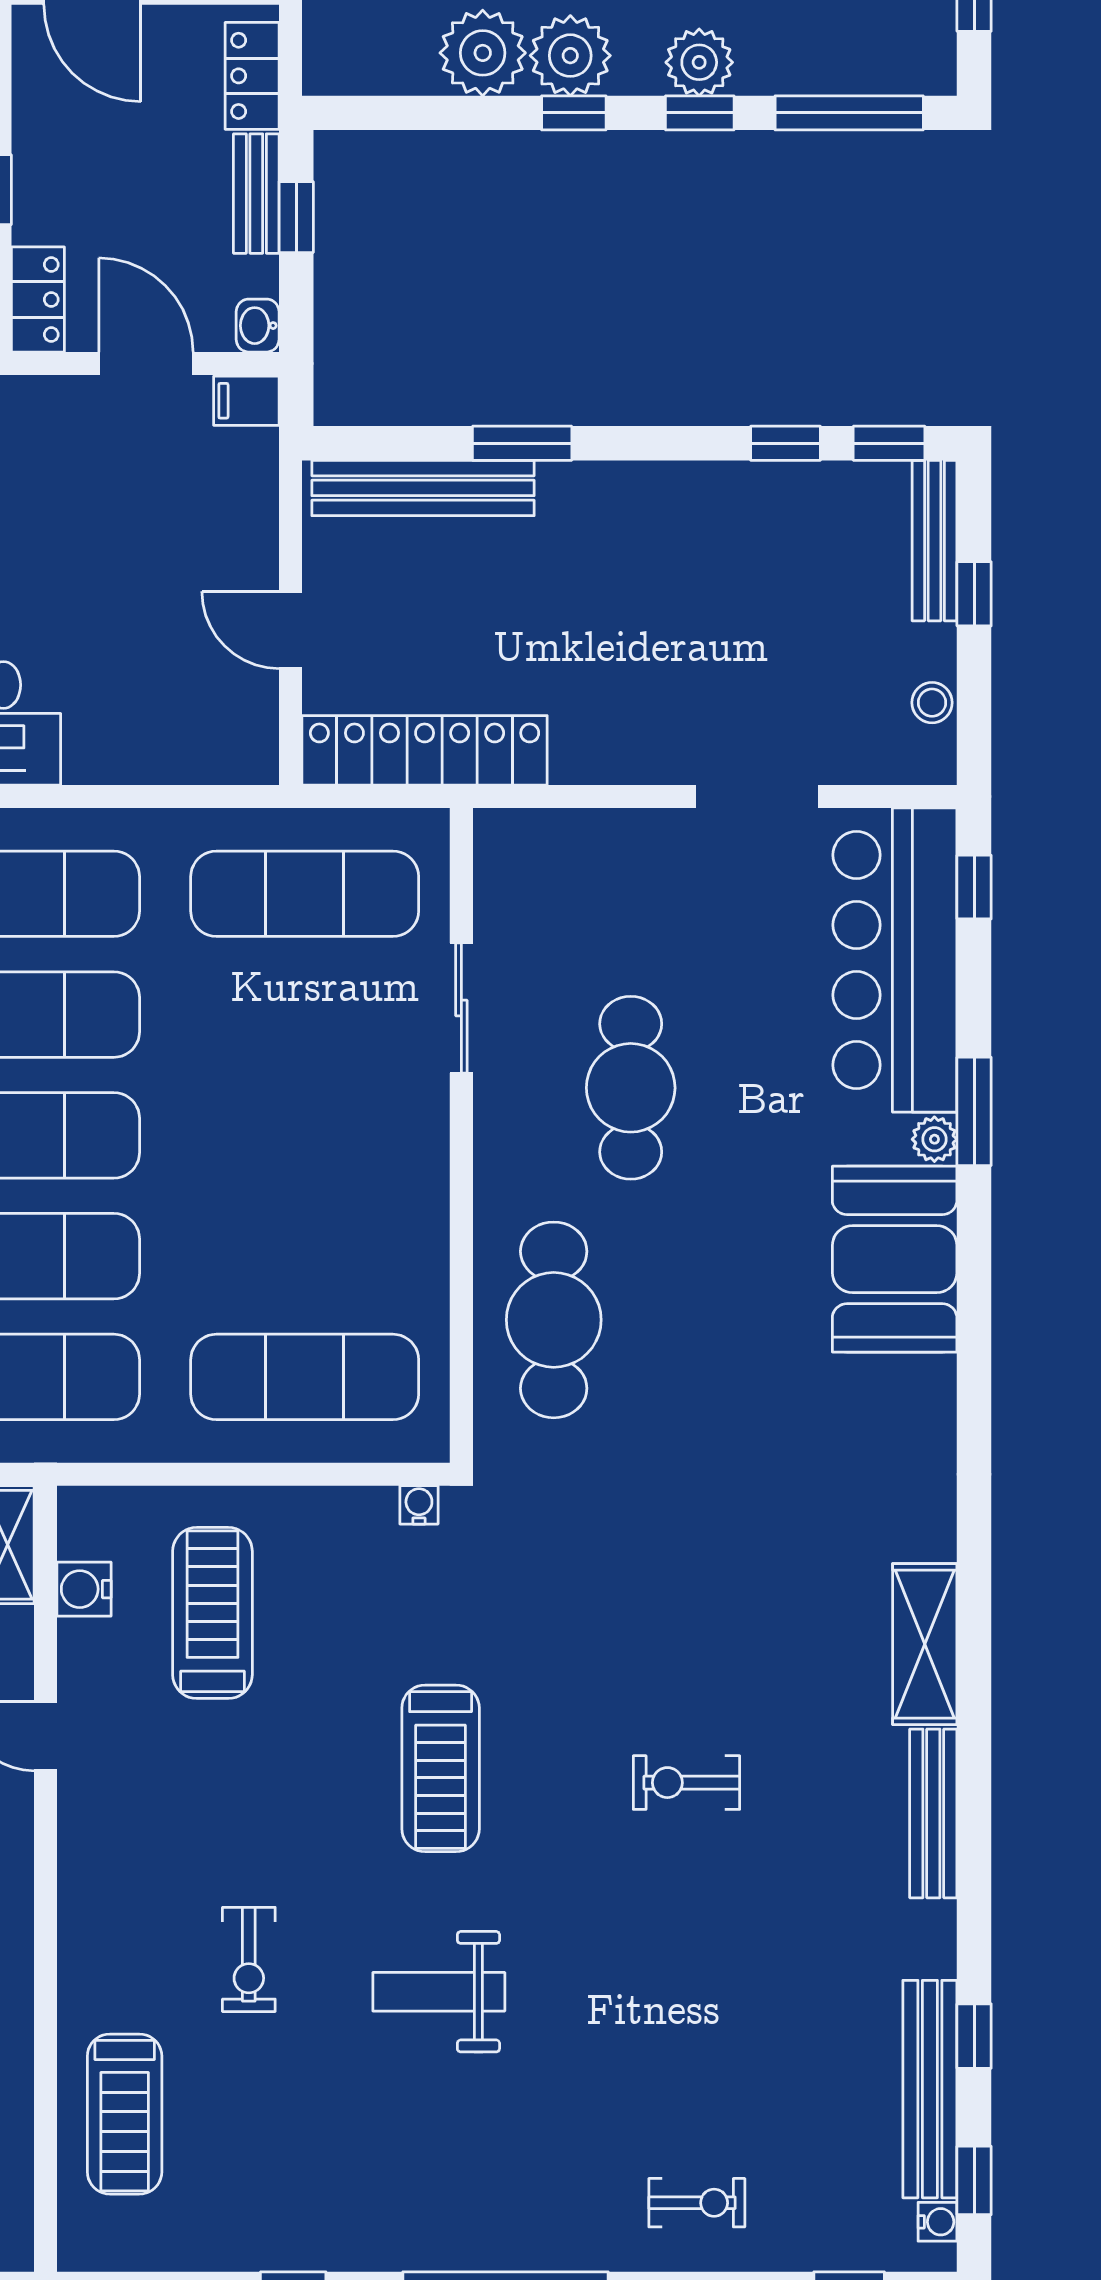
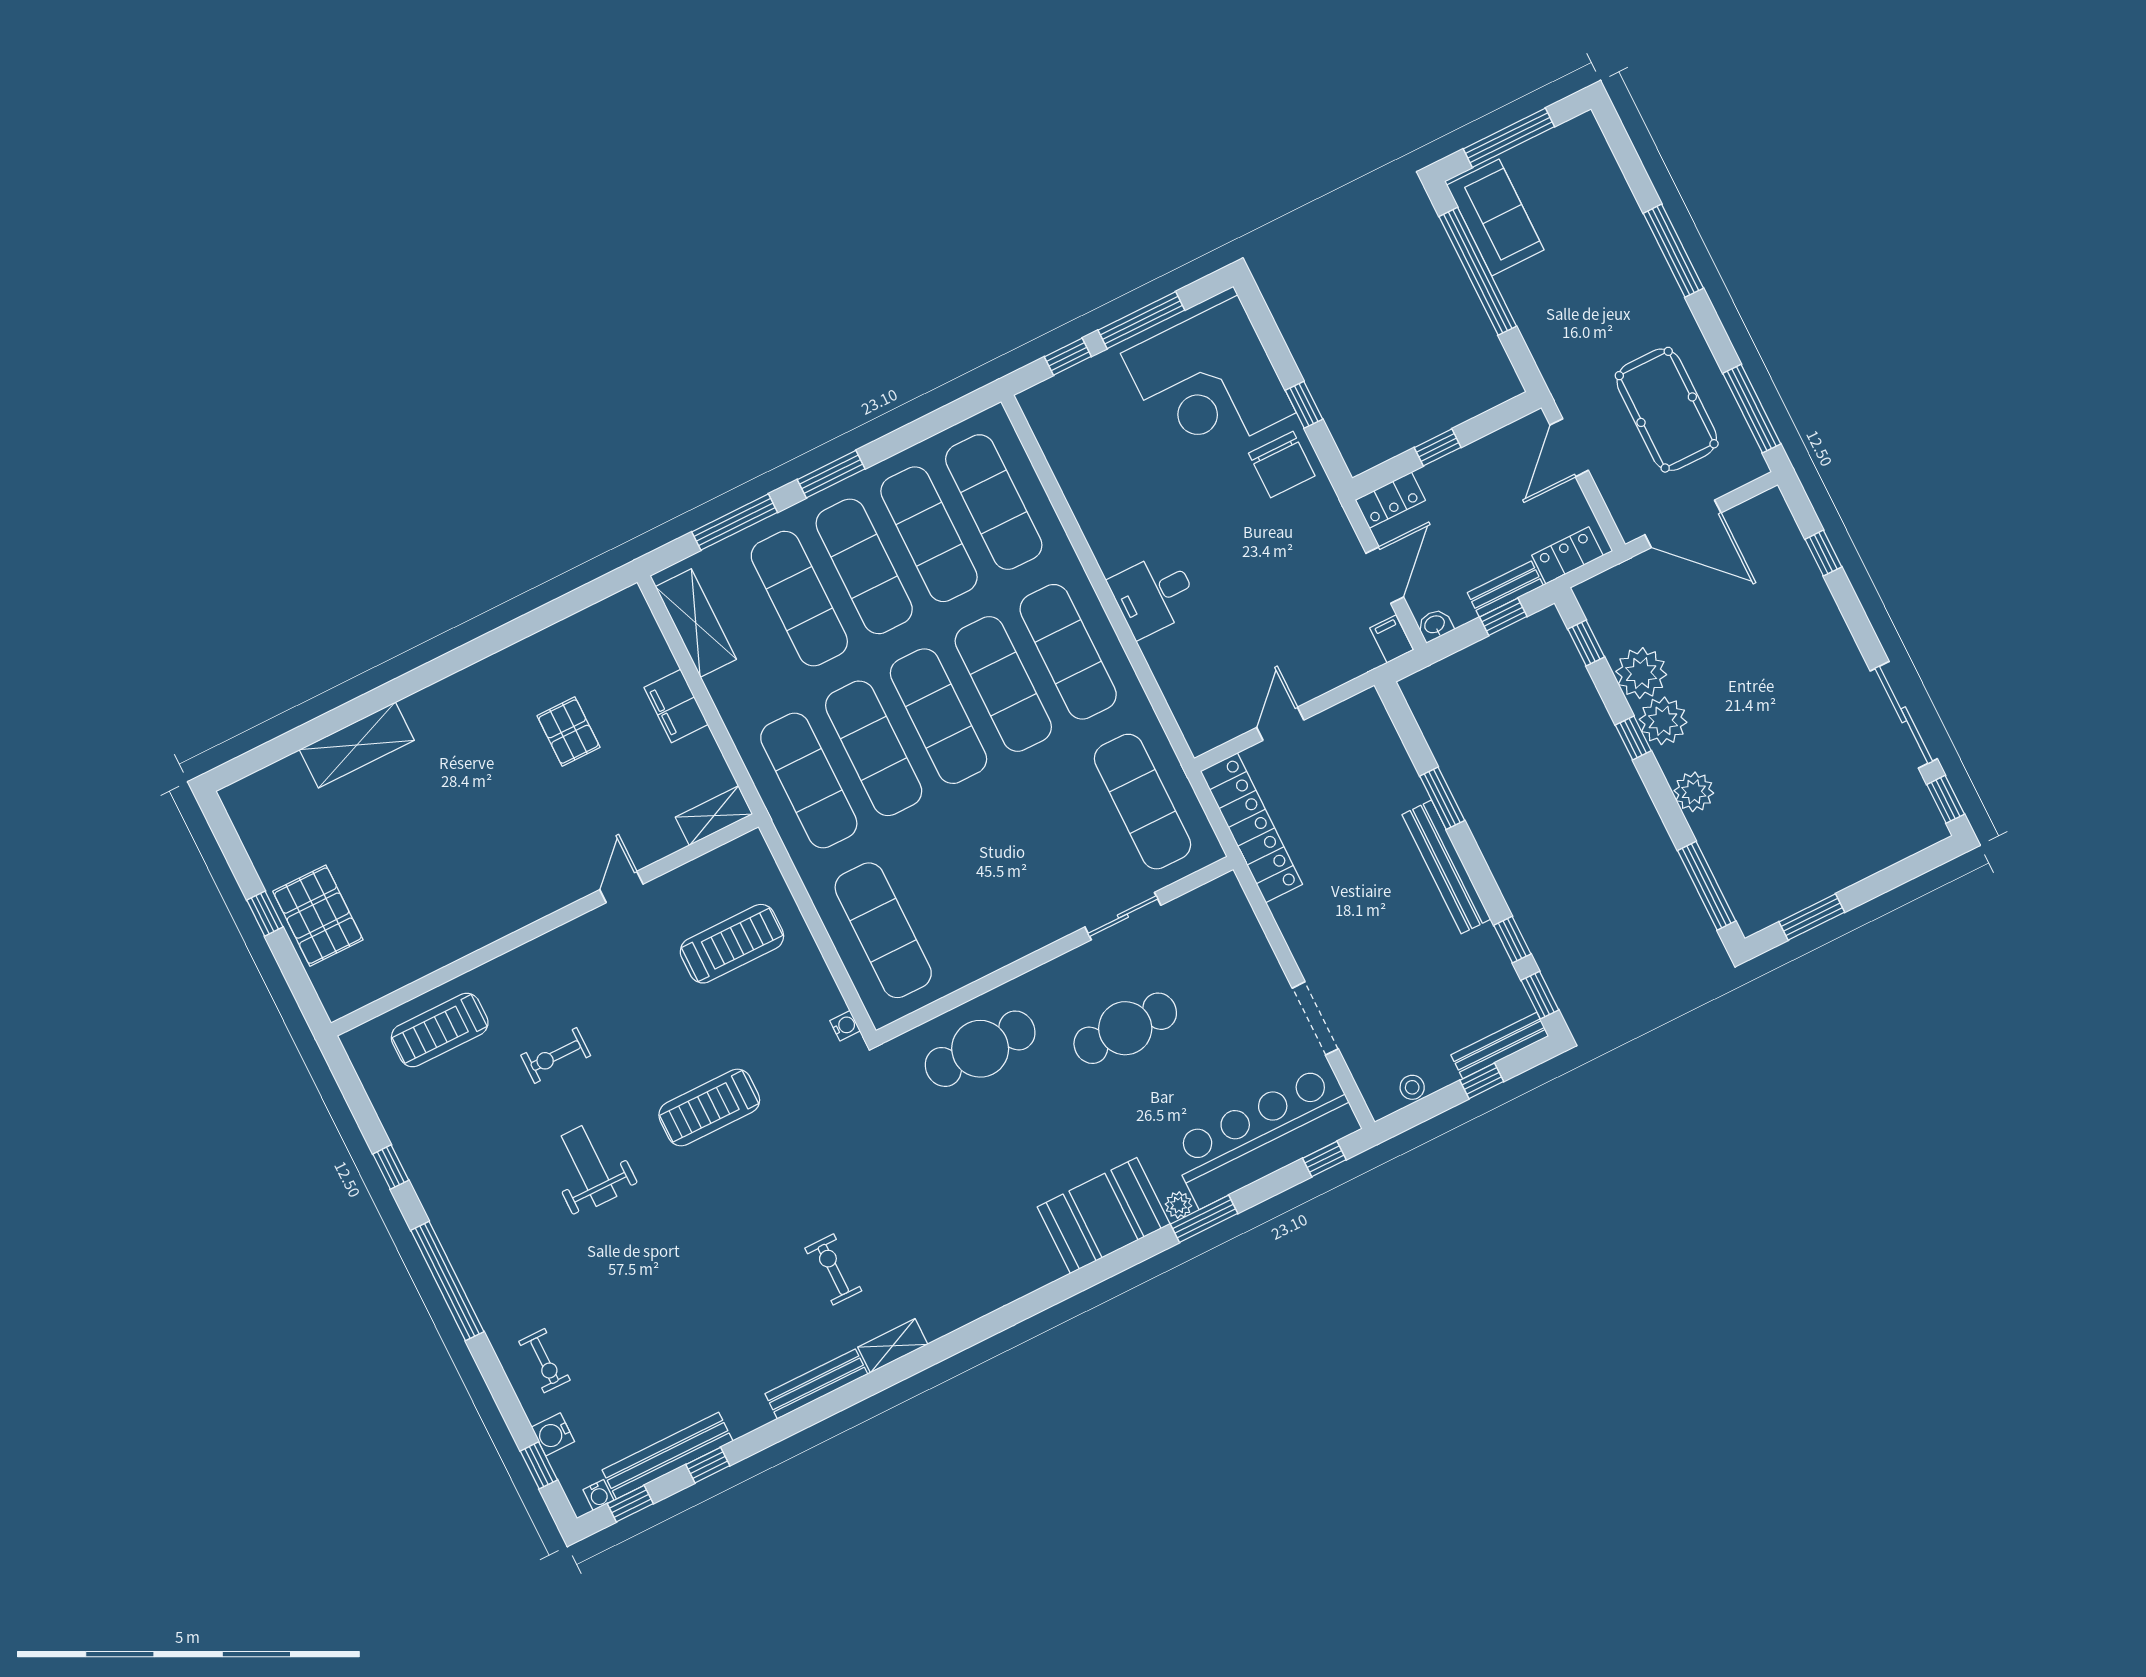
window: (700, 113) -> (1586, 643), moved
bench: (423, 488) -> (1446, 867), moved
water cooler: (84, 1589) -> (553, 1434), moved, turned -90
shelving: (925, 1644) -> (893, 1346), width x0.67, depth x0.75
exercise bike: (687, 1783) -> (833, 1269), moved

